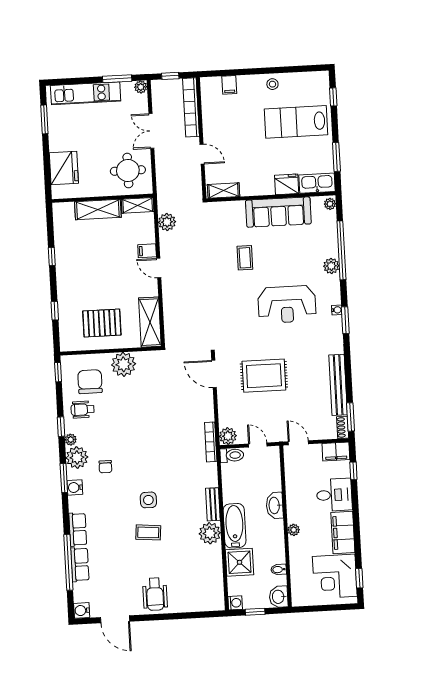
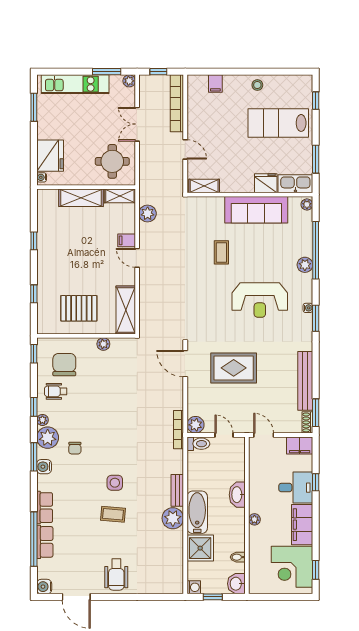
water cooler: (56, 191) -> (42, 177), added
plant: (124, 364) -> (103, 344), width x0.53, depth x0.53
window: (353, 471) -> (316, 482), moved

